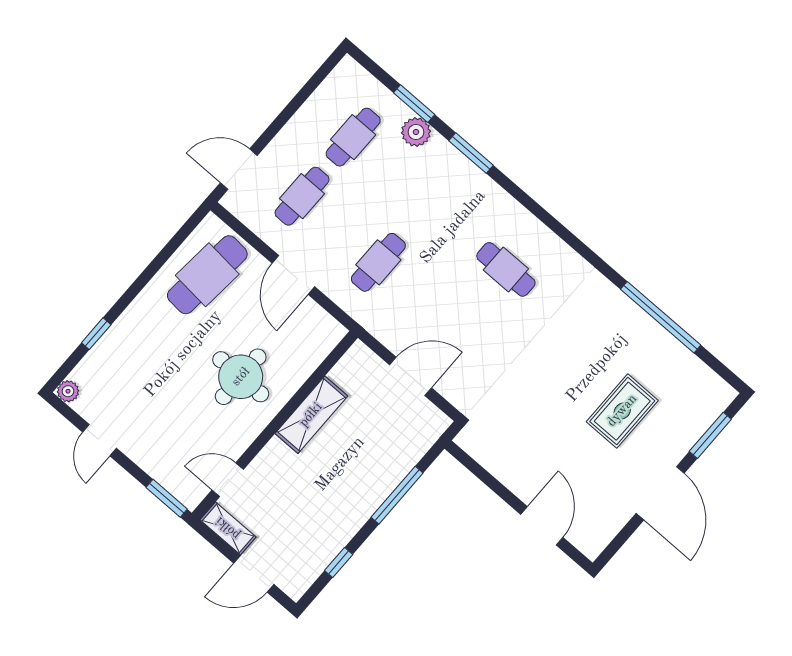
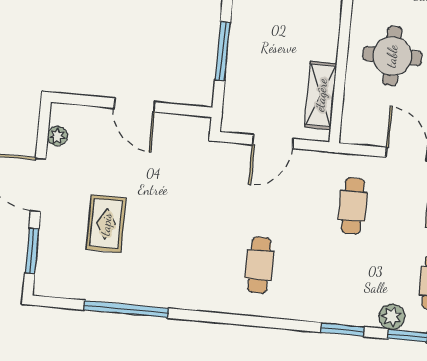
cafe table: (506, 269) -> (259, 265), turned 90
shelving: (311, 415) -> (321, 95), moved
door: (542, 526) -> (135, 105), moved
plant: (609, 526) -> (57, 136), added

